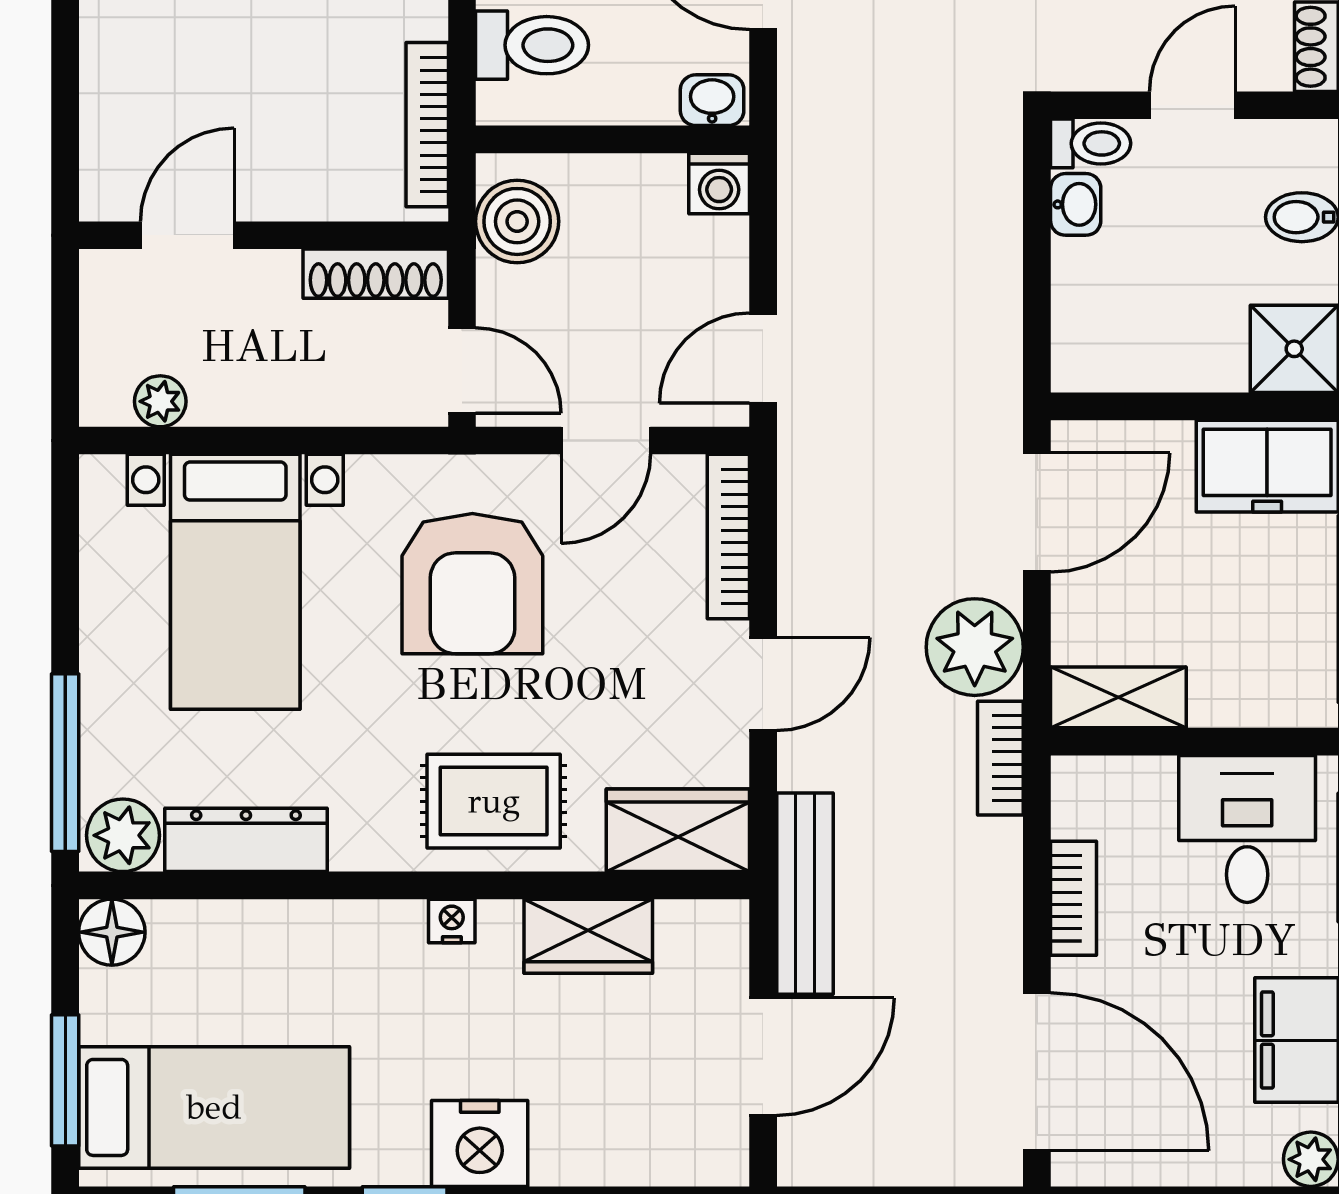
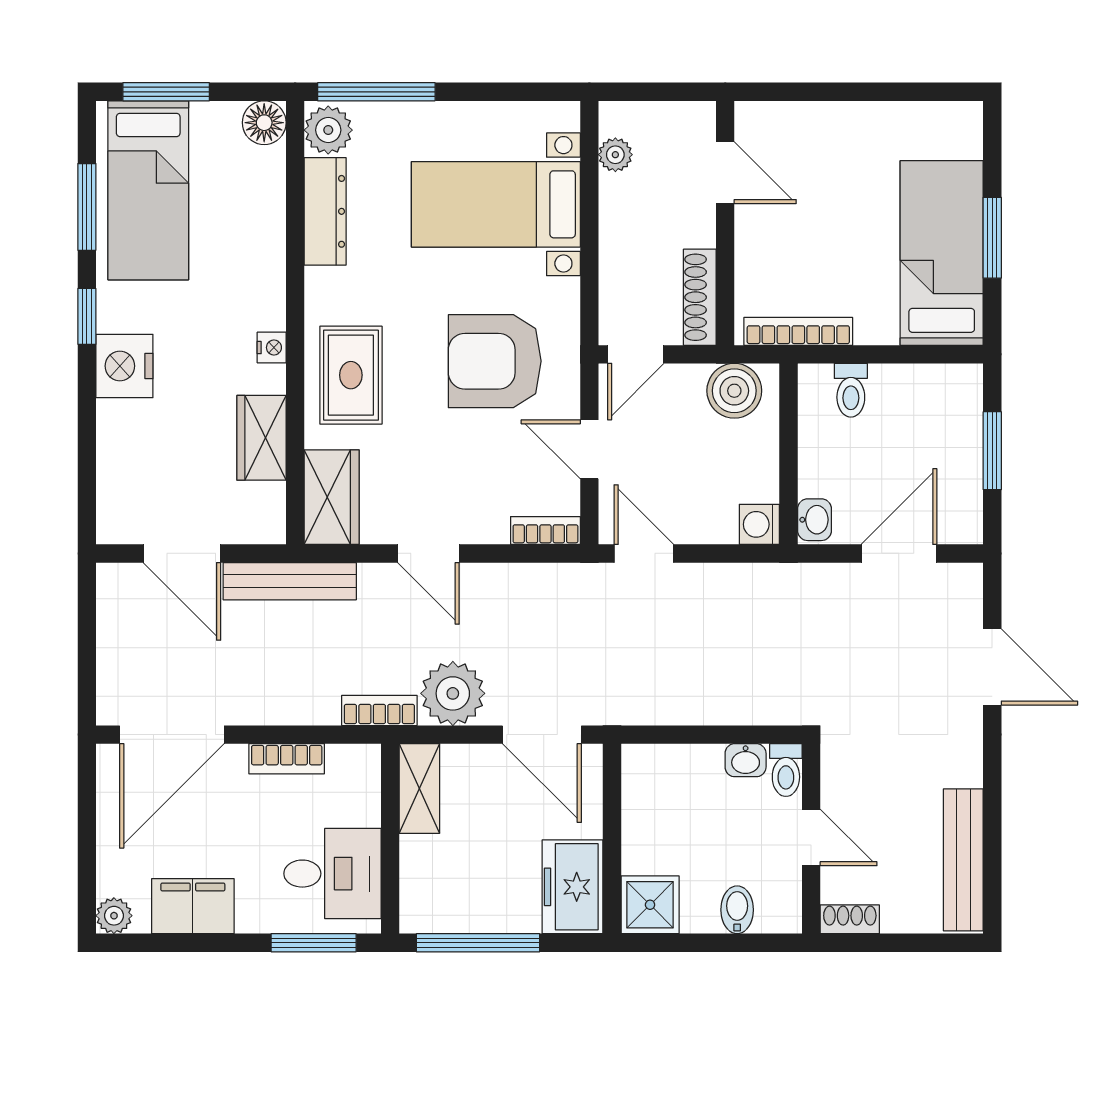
toilet: (532, 45) -> (851, 390), width x0.73, depth x0.72
bookcase: (728, 537) -> (545, 530), width x0.64

